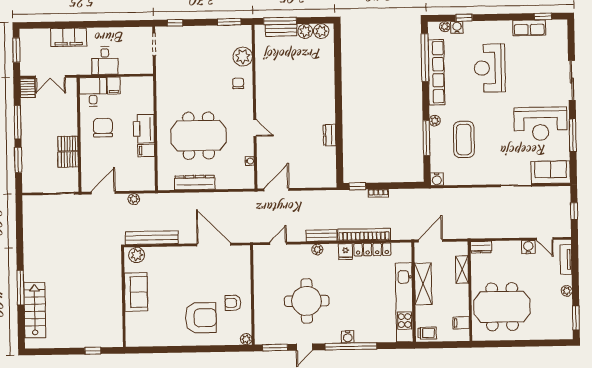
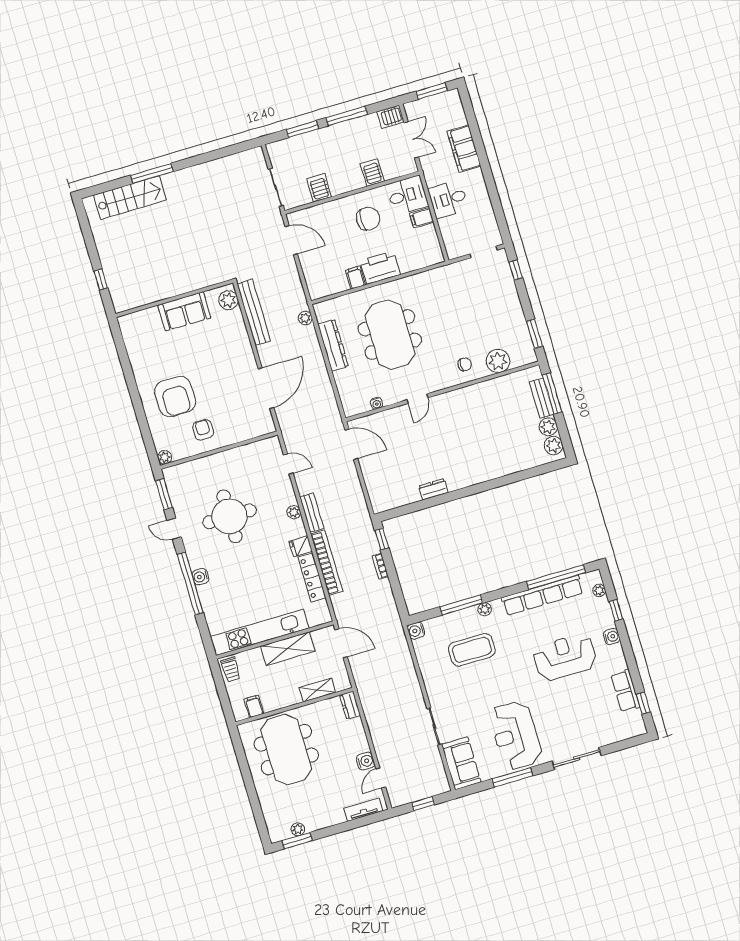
water cooler: (457, 27) -> (612, 637), moved
double door: (50, 77) -> (411, 140), swing flipped
server rack: (68, 143) -> (372, 173), moved
plant: (134, 199) -> (305, 318), moved
plant: (567, 291) -> (298, 829), moved

